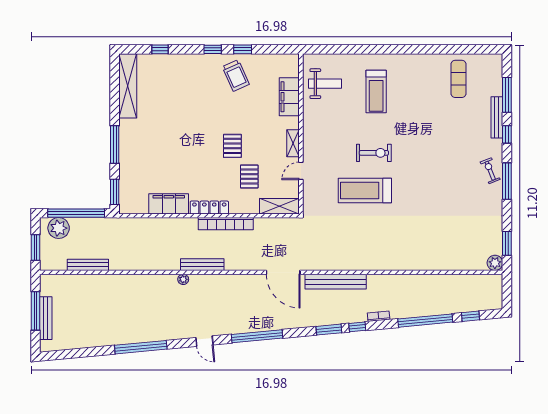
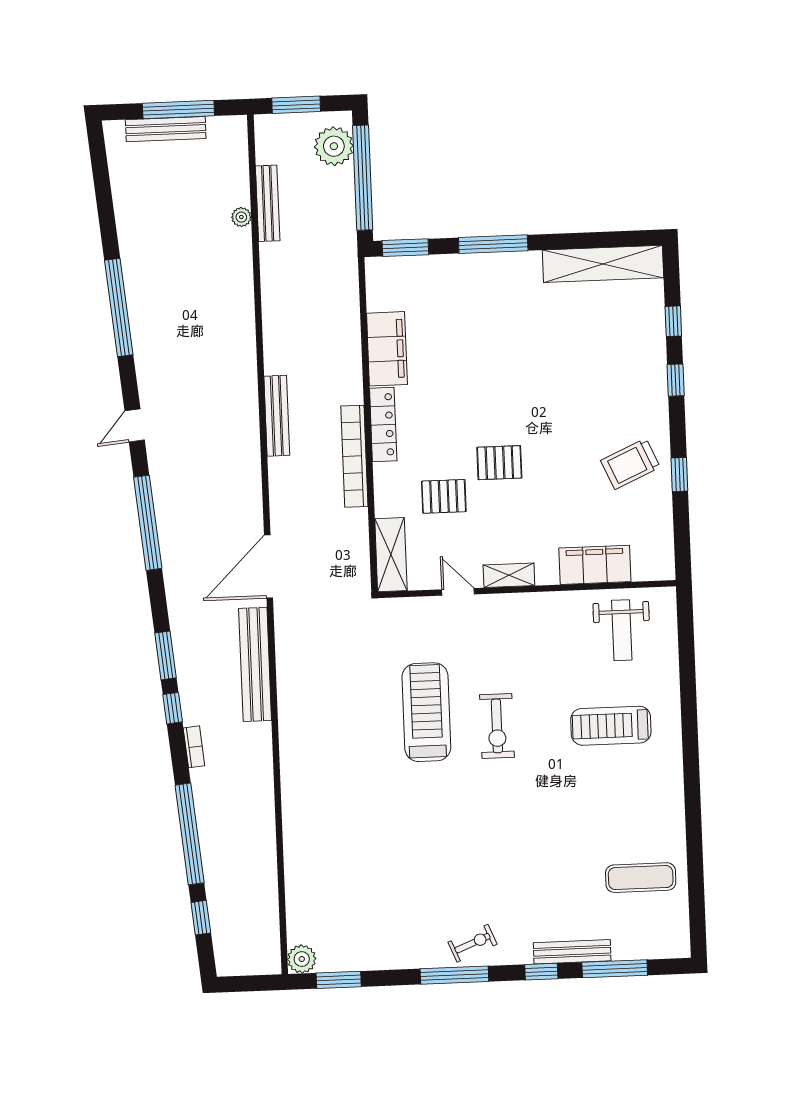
window: (213, 49) -> (676, 380), moved
plant: (183, 279) -> (241, 217), moved

